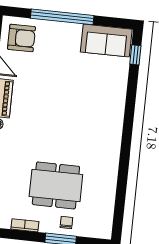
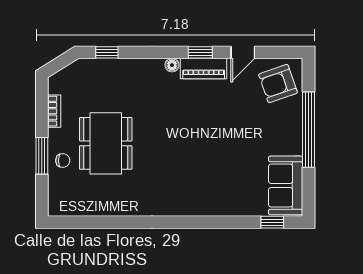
armchair: (21, 38) -> (278, 84), turned 71

